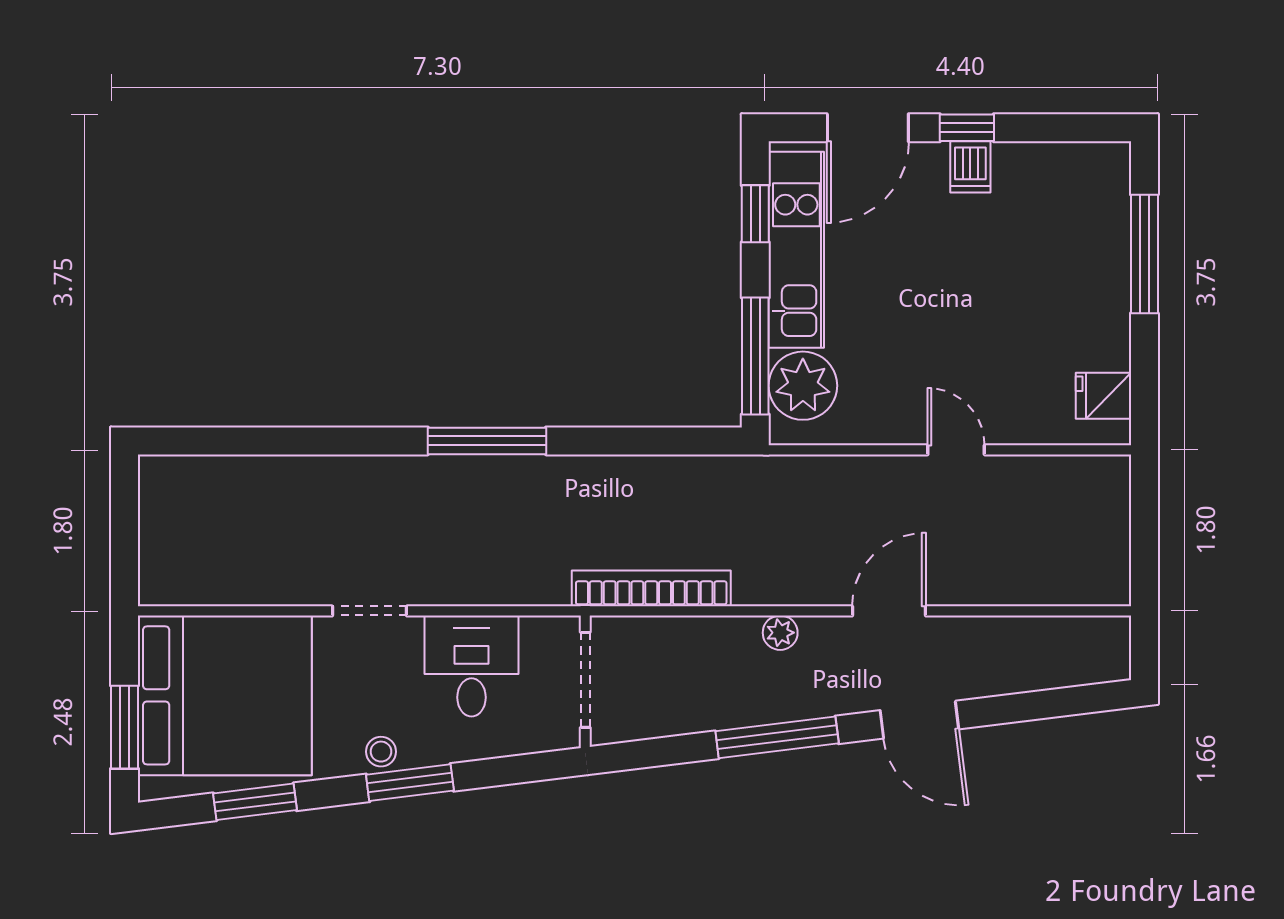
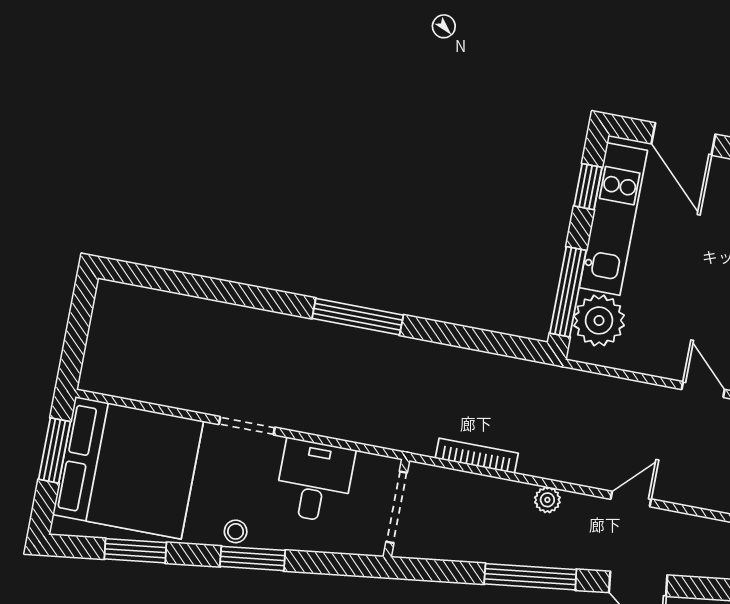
door: (868, 128) -> (683, 139), hinge flipped
bookcase: (651, 588) -> (477, 456), width x0.68, depth x0.76
door: (889, 611) -> (631, 499), width x0.73
window: (124, 727) -> (54, 450), moved

